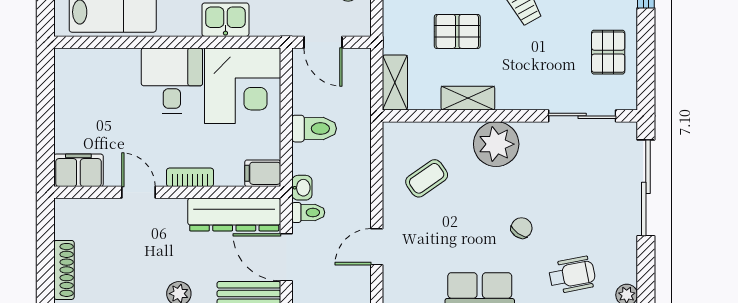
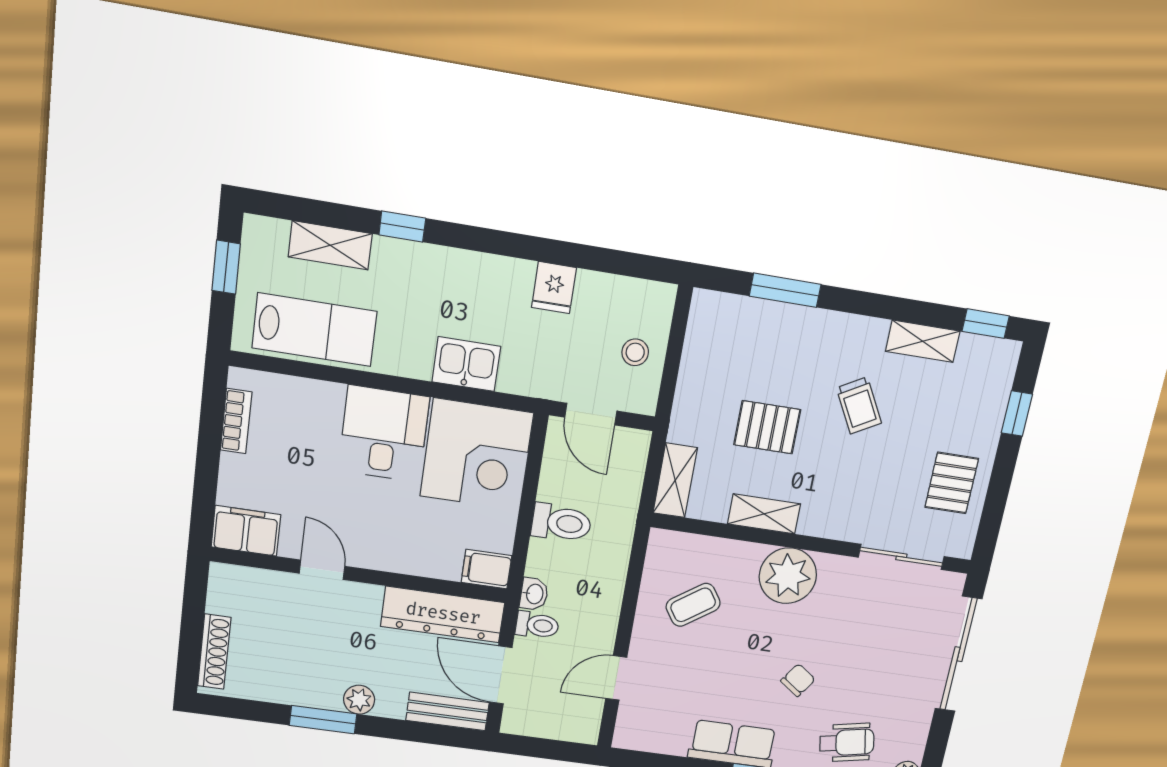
bookcase: (190, 177) -> (236, 421), moved, turned 90

